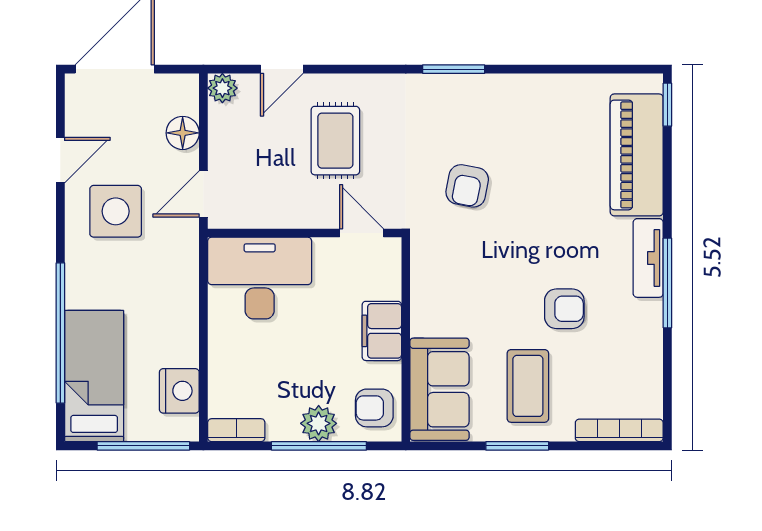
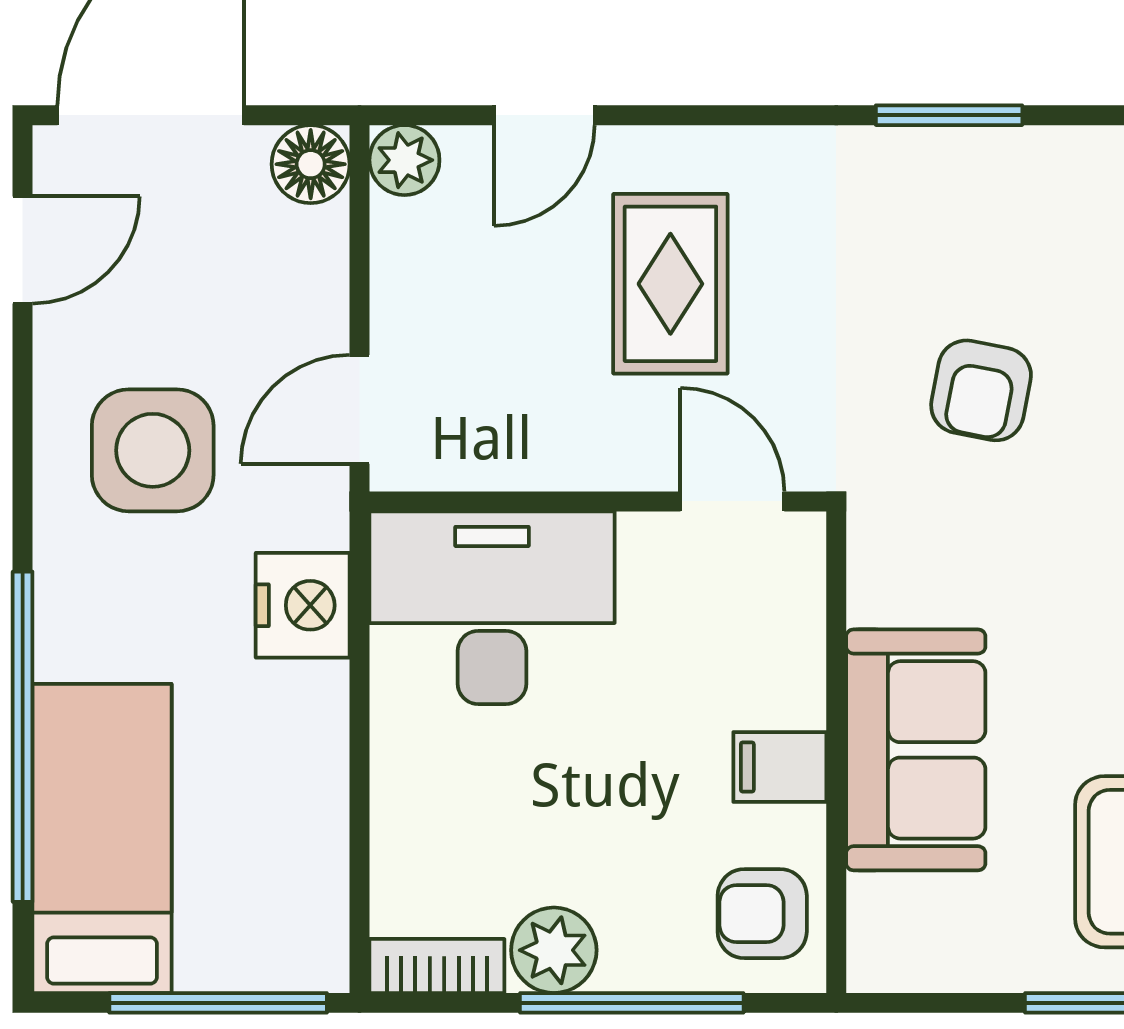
floor lamp: (183, 133) -> (311, 164), moved
door: (60, 160) -> (23, 250), moved
filing cabinet: (382, 331) -> (780, 767), width x0.50
sofa: (439, 389) -> (916, 750), moved
nightstand: (179, 391) -> (303, 605), moved
plant: (319, 423) -> (554, 950), moved

